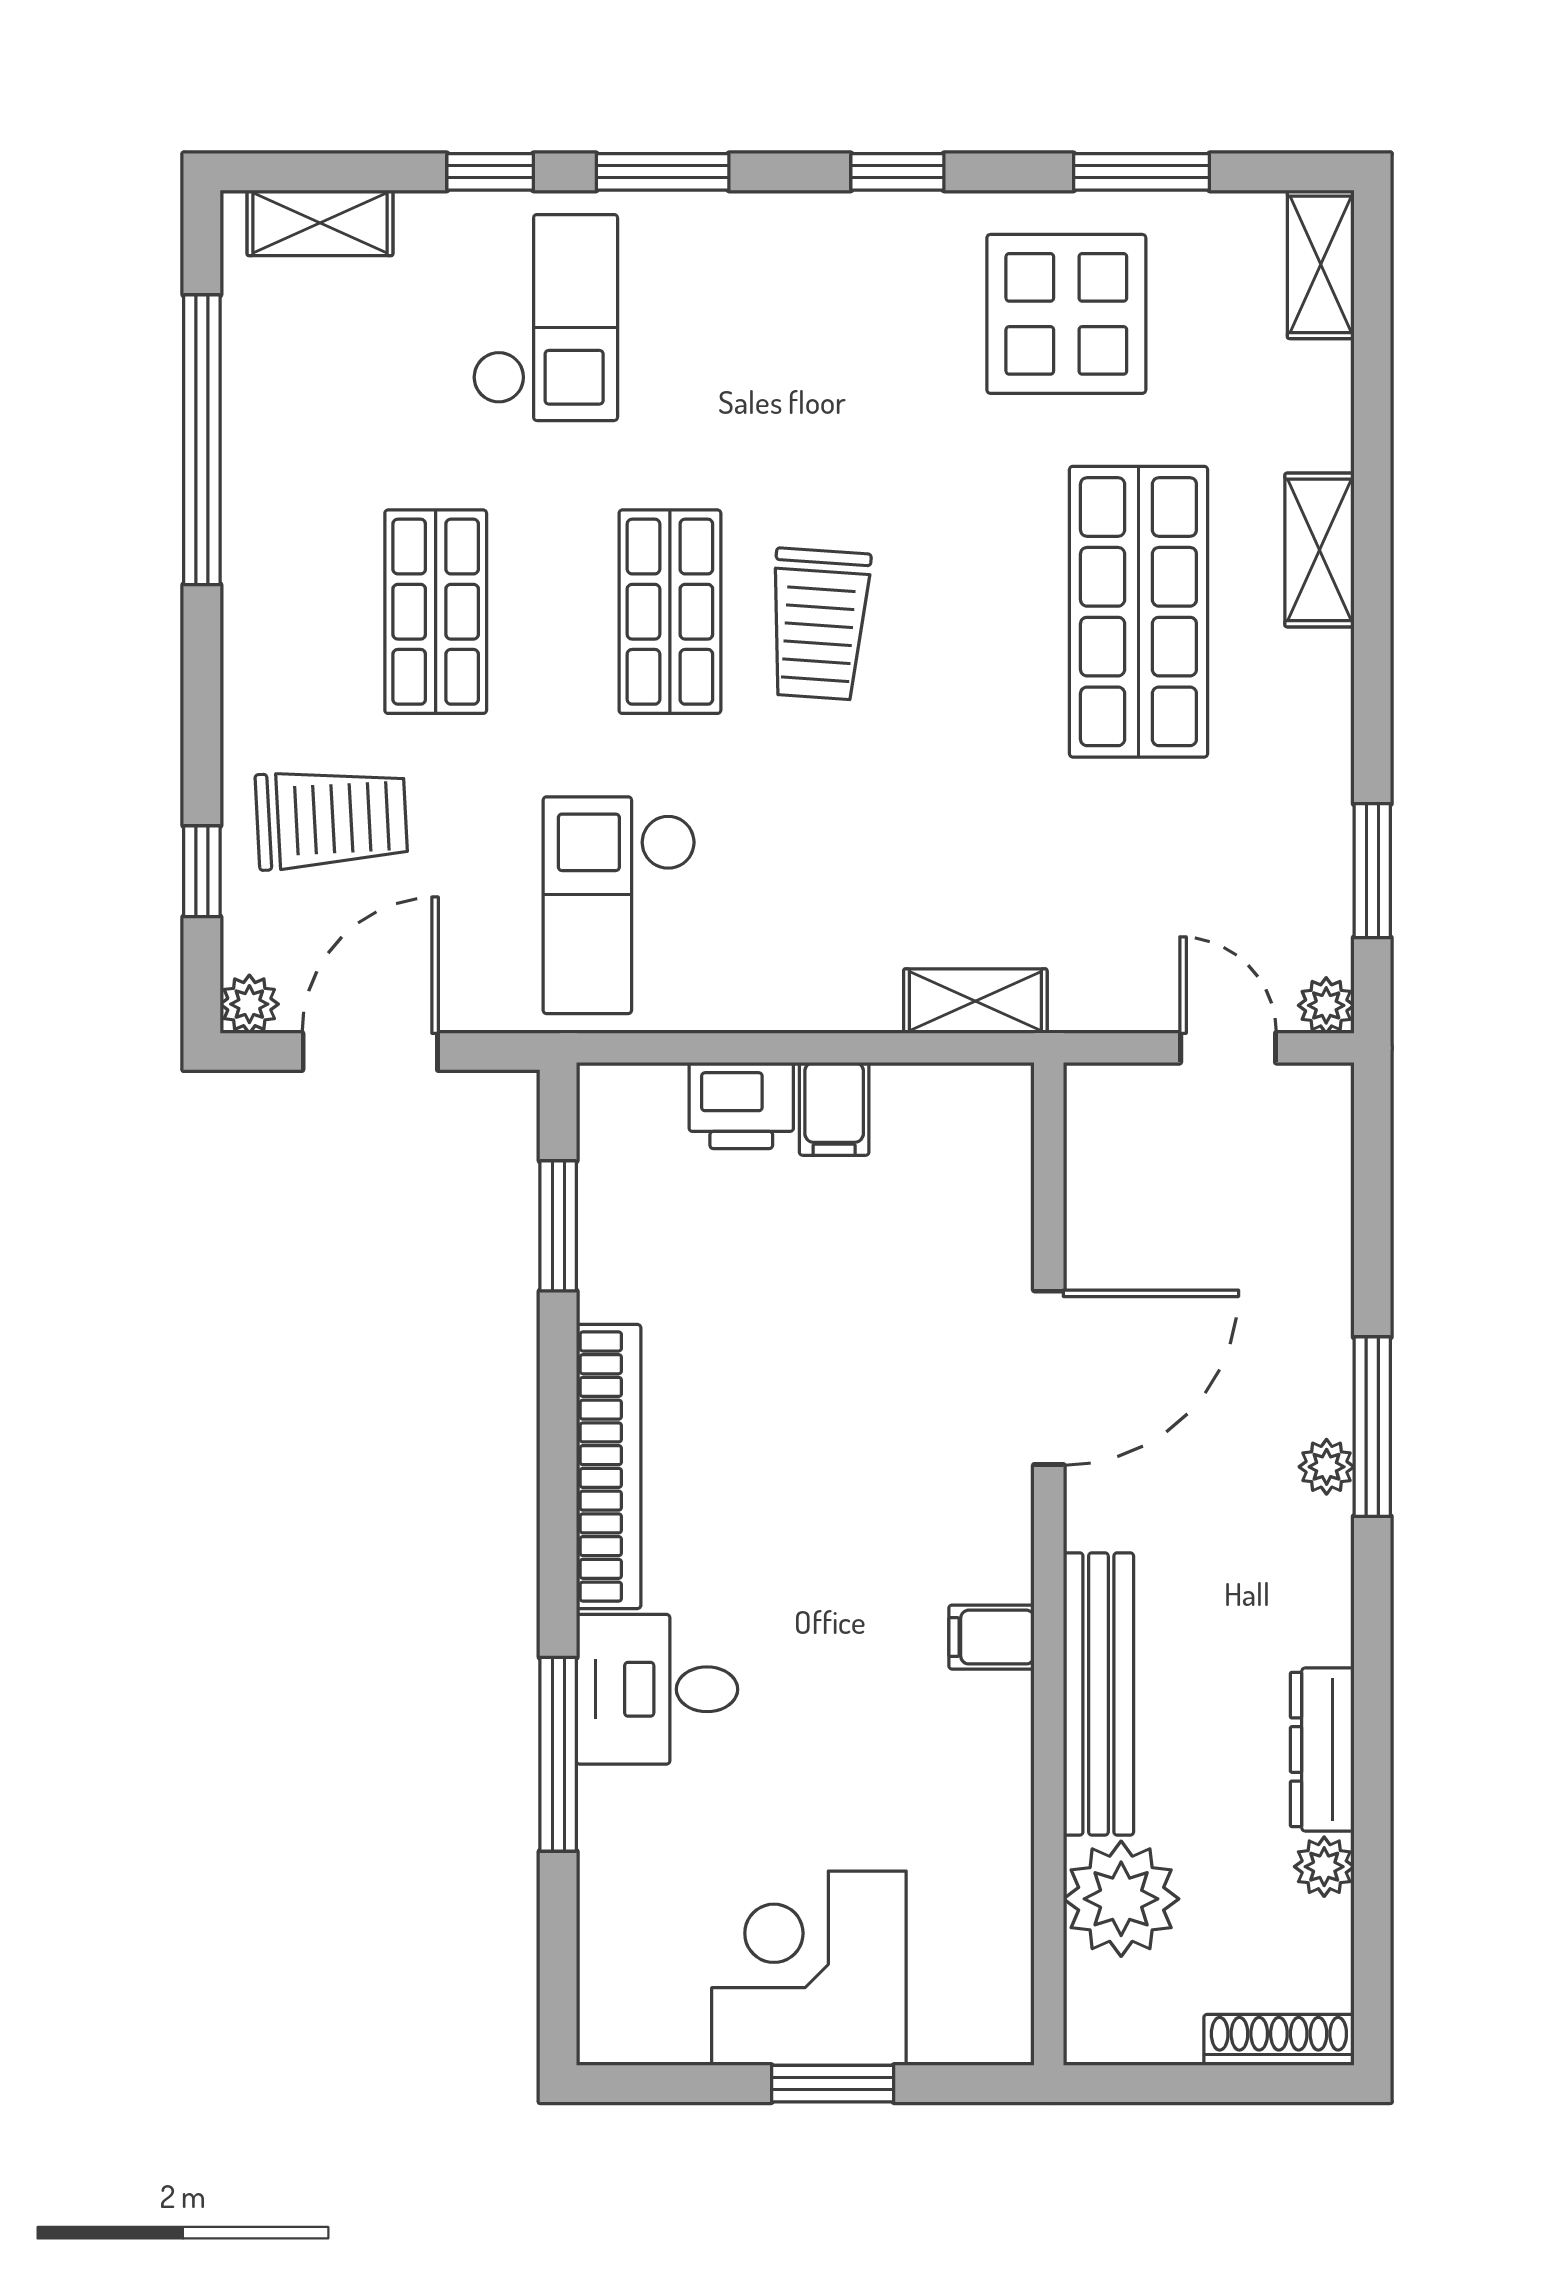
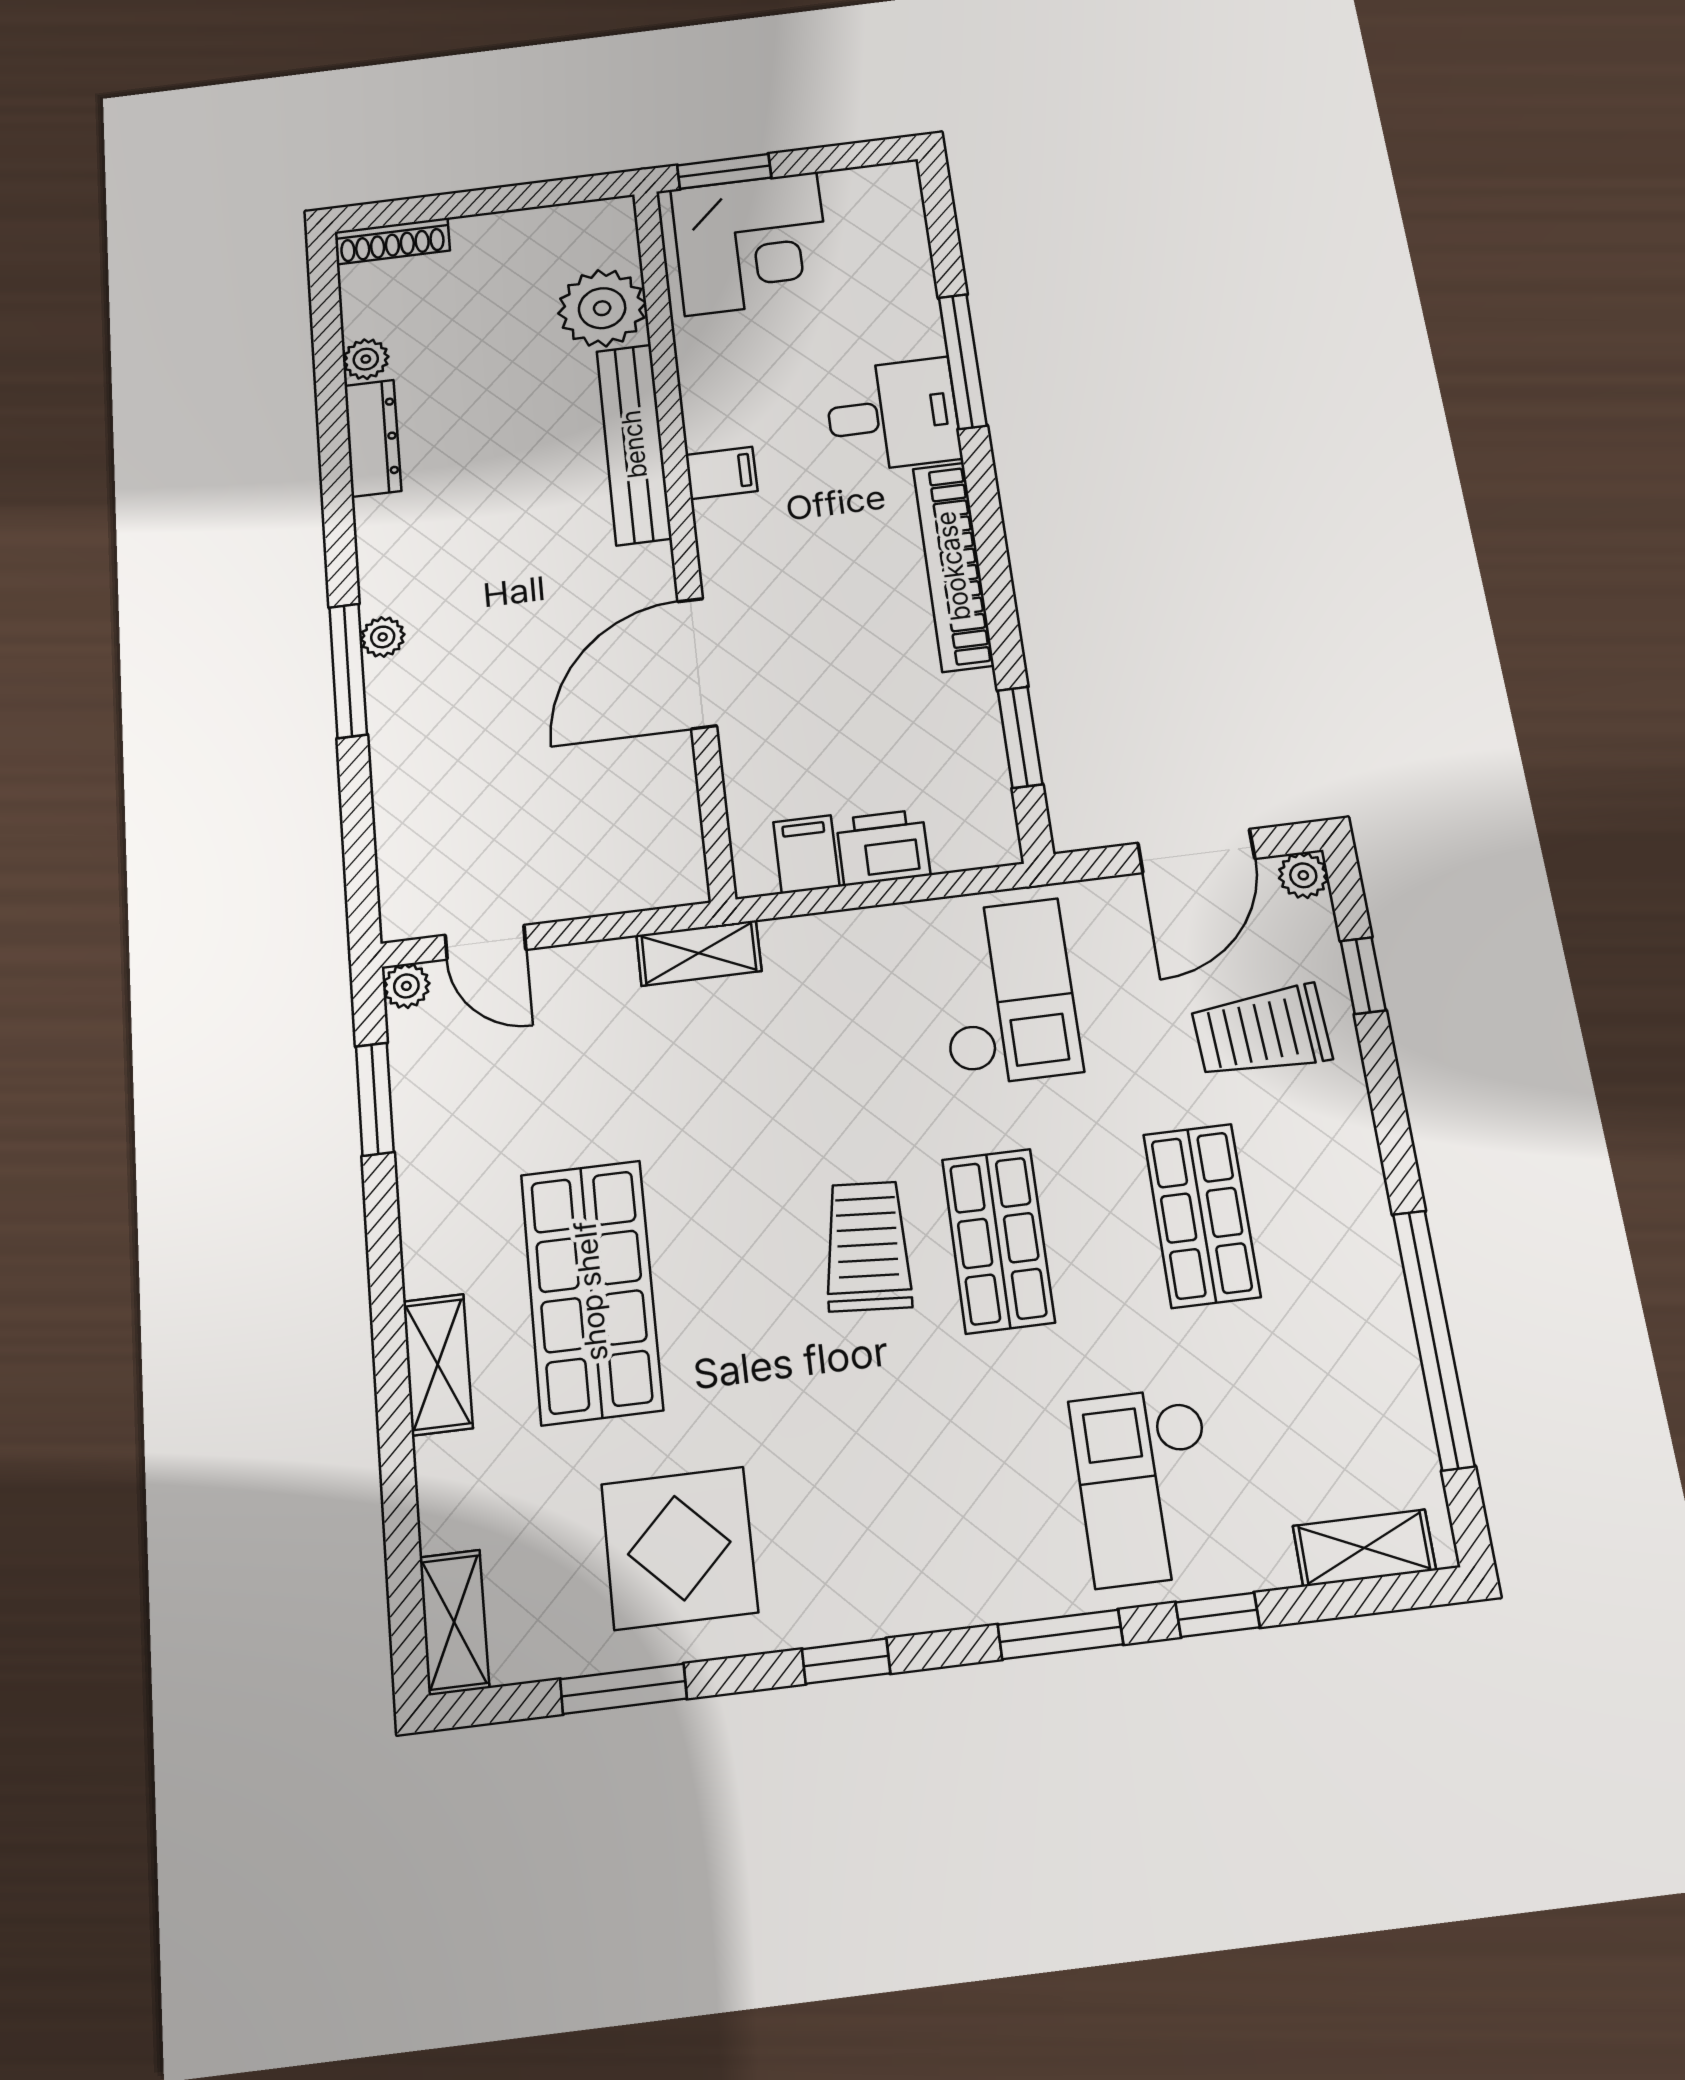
door: (1049, 1378) -> (697, 663), moved
wall: (1049, 1564) -> (682, 530), moved
filing cabinet: (991, 1637) -> (721, 473), moved
bench: (1098, 1694) -> (634, 444), moved
plant: (1121, 1899) -> (602, 308), moved

